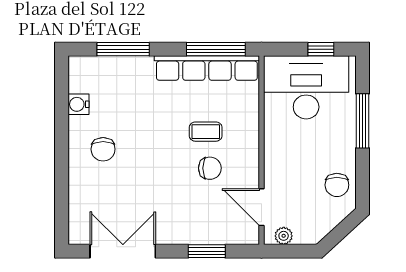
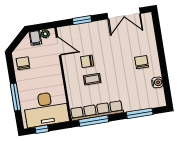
filing cabinet: (304, 231) -> (35, 38), added

